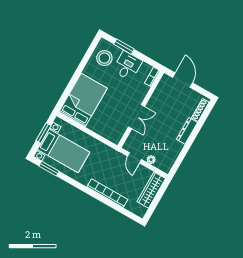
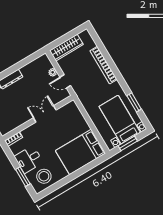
door: (134, 158) -> (65, 81), swing flipped
window: (49, 169) -> (134, 102), moved

